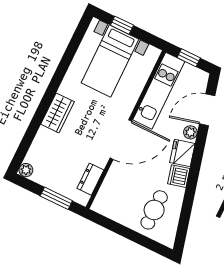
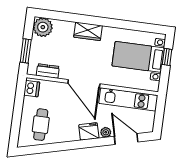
window: (189, 58) -> (159, 113), removed
plant: (26, 170) -> (43, 27), width x1.88, depth x1.88
dishwasher: (179, 176) -> (32, 89), moved, turned 104
cafe table: (154, 210) -> (41, 125), turned 90

